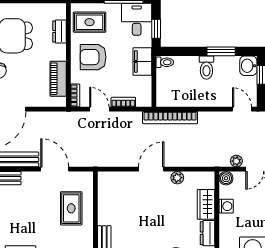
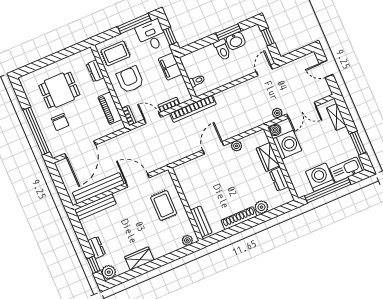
armchair: (93, 57) -> (130, 80), turned 90
toilet: (165, 62) -> (197, 81), moved
washbasin: (248, 66) -> (236, 41), moved, turned -90
door: (242, 109) -> (264, 70), hinge flipped
bookcase: (170, 118) -> (193, 109), moved
washing machine: (226, 206) -> (287, 145), width x1.89, depth x1.89

